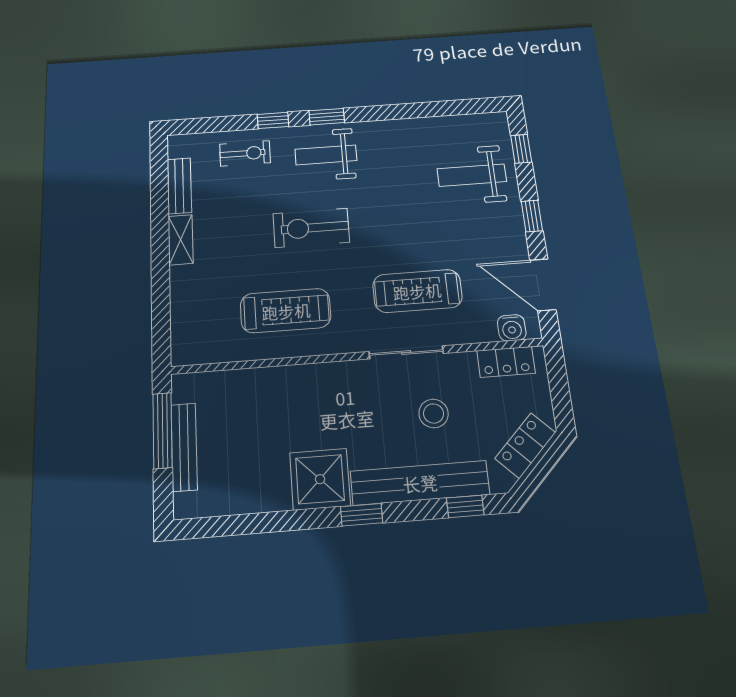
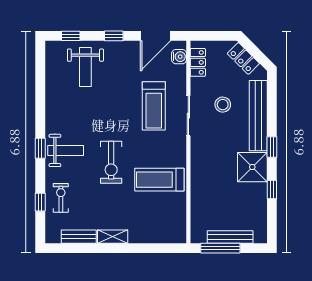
window: (273, 120) -> (40, 202), moved
weight bench: (326, 155) -> (66, 150), turned -90
treadmill: (286, 311) -> (159, 180), turned -90
window: (465, 506) -> (272, 190), moved

